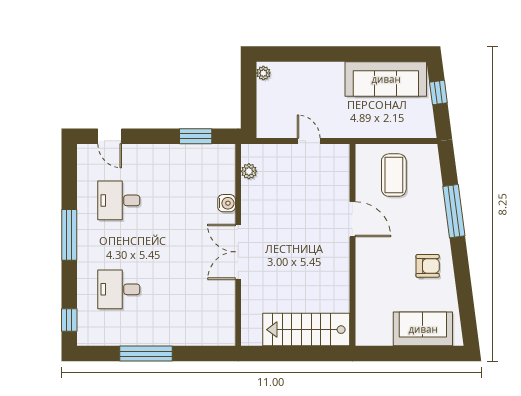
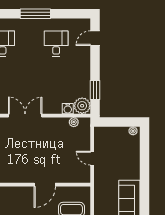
door: (309, 141) -> (92, 158), swing flipped
plant: (222, 157) -> (82, 106), added
water cooler: (227, 203) -> (68, 109), moved

